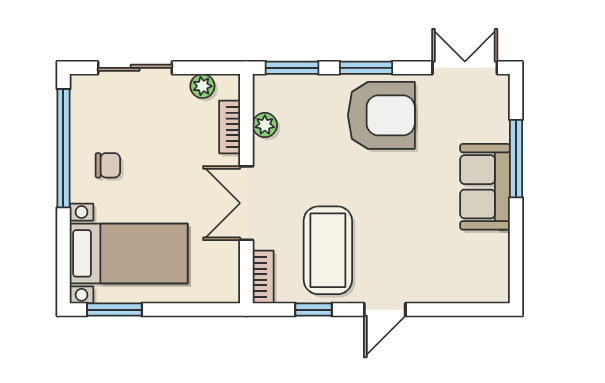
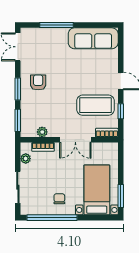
armchair: (381, 115) -> (38, 82), width x0.53, depth x0.53
sofa: (485, 187) -> (93, 38), moved, width x1.36

